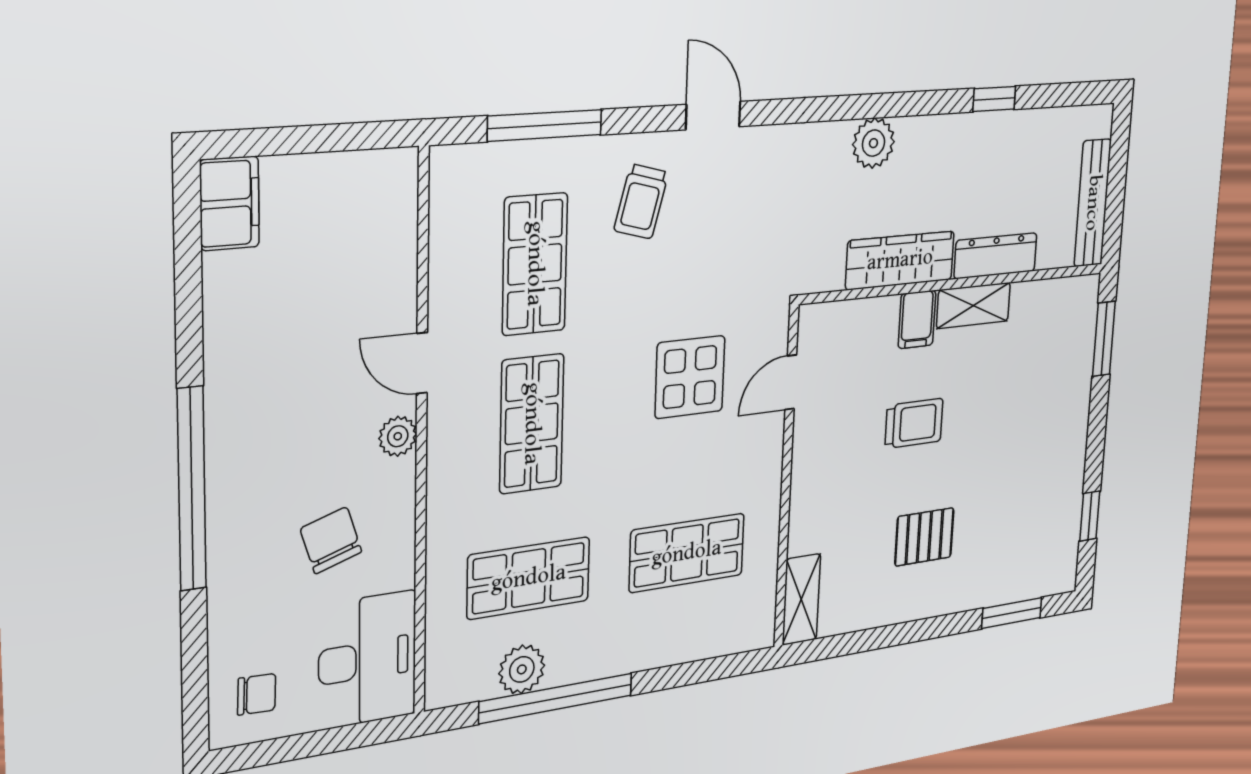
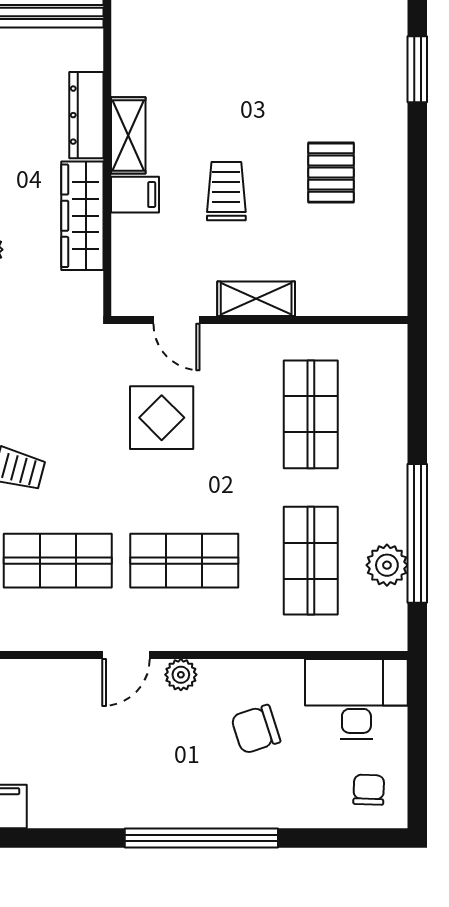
shelving: (801, 599) -> (256, 299), moved

